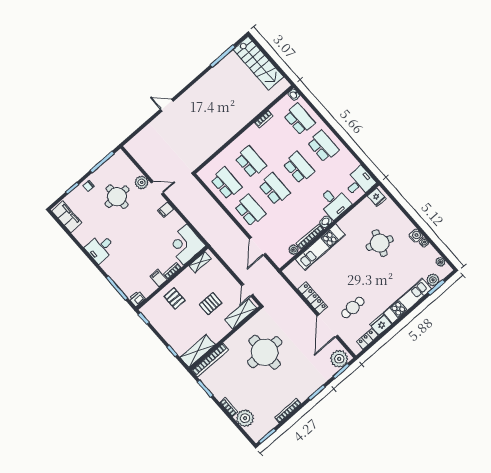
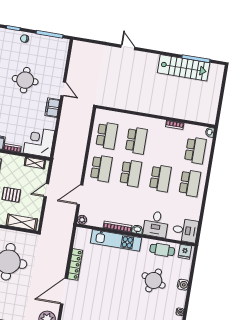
stairs: (258, 63) -> (184, 68), moved, turned -90
plant: (142, 182) -> (58, 74), removed
round table: (117, 197) -> (25, 80), moved
filing cabinet: (166, 210) -> (52, 108), width x2.00
water cooler: (416, 236) -> (183, 285), moved
plant: (294, 250) -> (82, 220), moved
door: (247, 290) -> (46, 190), moved
cafe table: (353, 308) -> (162, 250), moved

